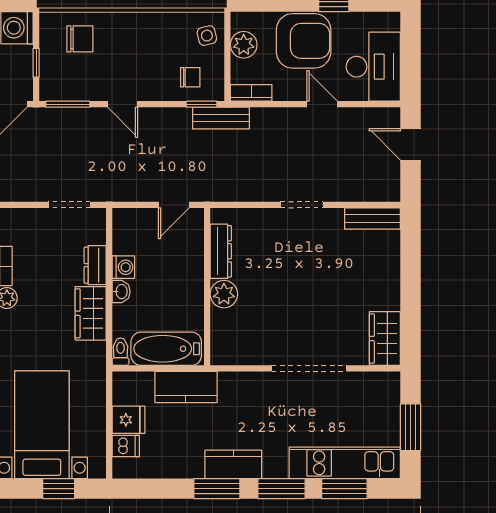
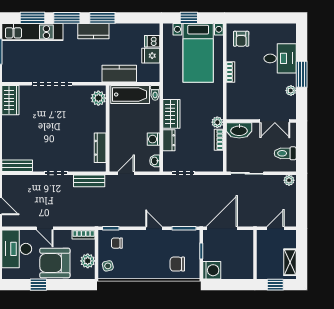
bench: (221, 118) -> (89, 181), moved
washbasin: (121, 292) -> (155, 161), moved
plant: (224, 294) -> (98, 98), moved

